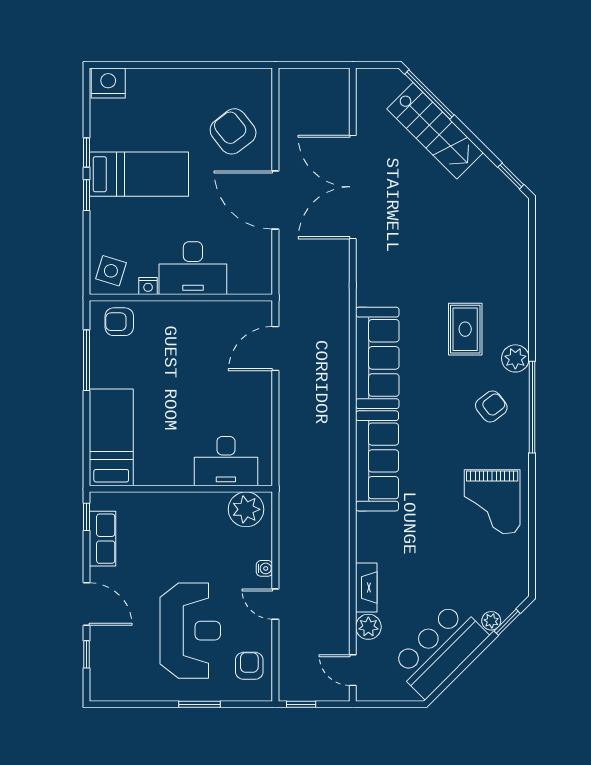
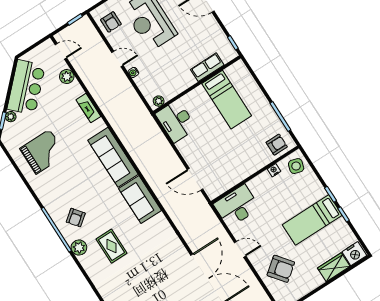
wardrobe: (152, 83) -> (334, 267), added
door: (275, 200) -> (240, 249), width x0.53
desk: (193, 268) -> (237, 206), moved
door: (275, 349) -> (195, 179), swing flipped
sofa: (377, 358) -> (140, 200), width x0.73
bed: (111, 437) -> (227, 100), moved
desk: (226, 461) -> (176, 121), moved, turned -90
grand piano: (492, 502) -> (43, 152), moved, turned 90
plant: (246, 509) -> (159, 101), width x0.53, depth x0.53
row of seats: (103, 539) -> (207, 67), moved, turned 90
fireplace: (366, 587) -> (88, 108), moved

